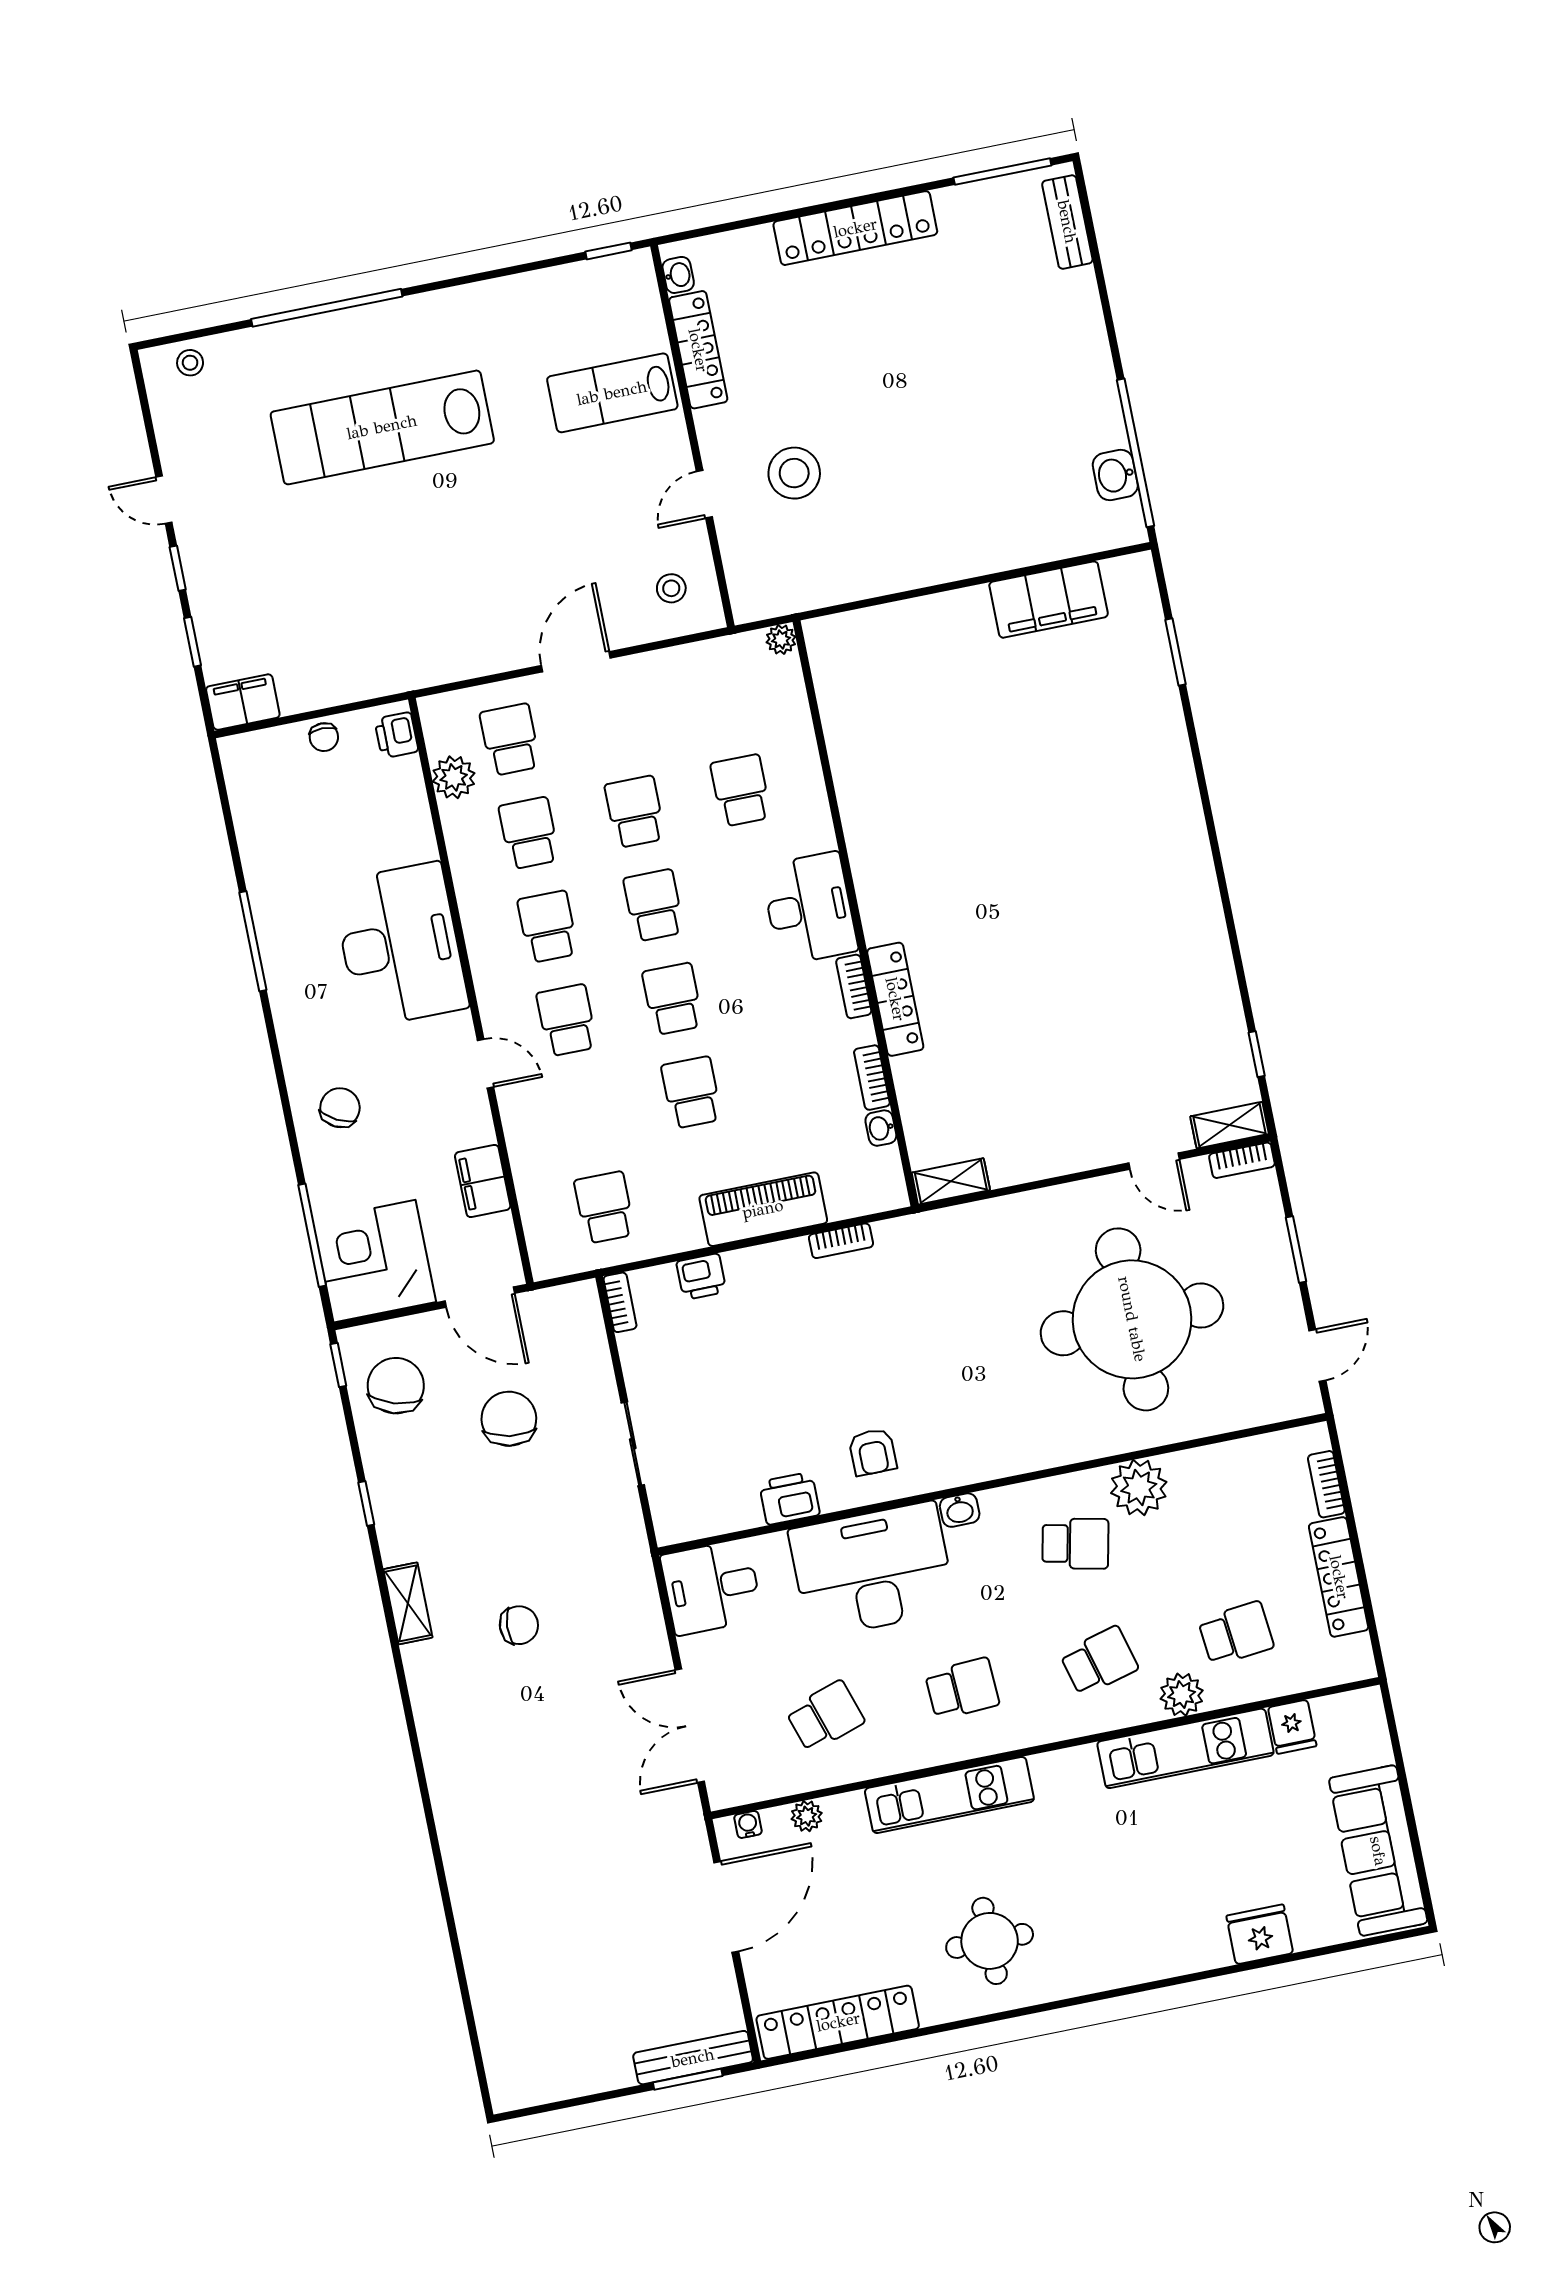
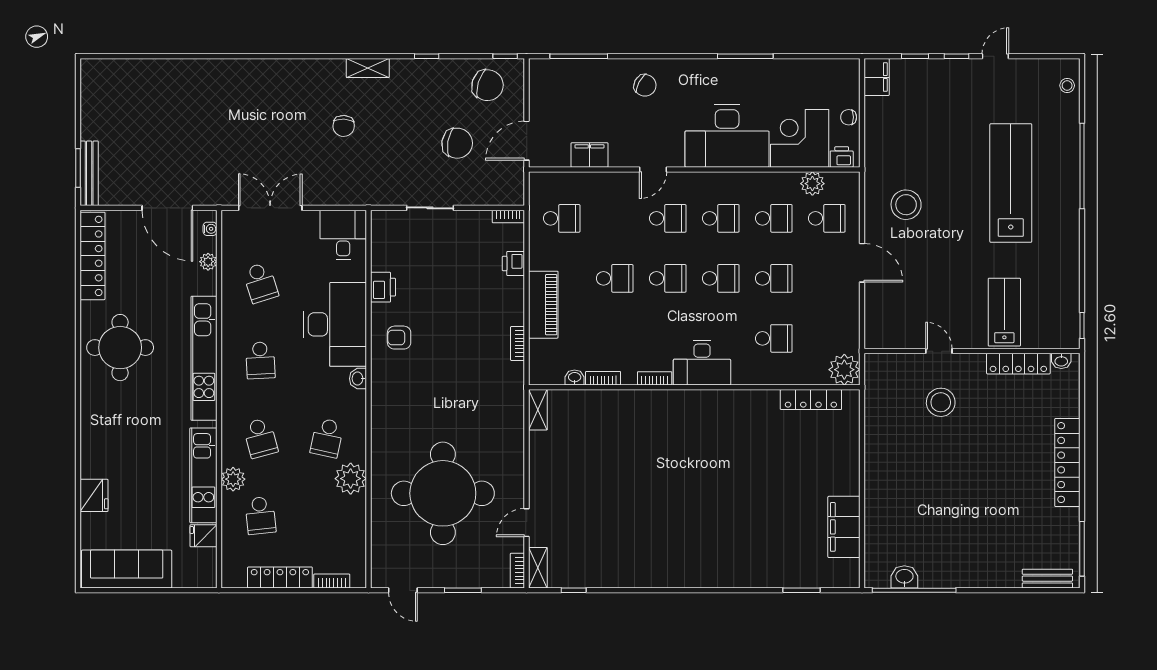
stool: (671, 588) -> (906, 205), moved, width x1.89, depth x1.89
plant: (781, 639) -> (844, 370), width x1.88, depth x1.88
locker: (895, 999) -> (811, 400), moved
corner desk: (375, 1261) -> (800, 138), moved, turned -90
kitchen unit: (949, 1795) -> (204, 358), width x1.36
round table: (990, 1941) -> (120, 348), width x1.36, depth x1.36

